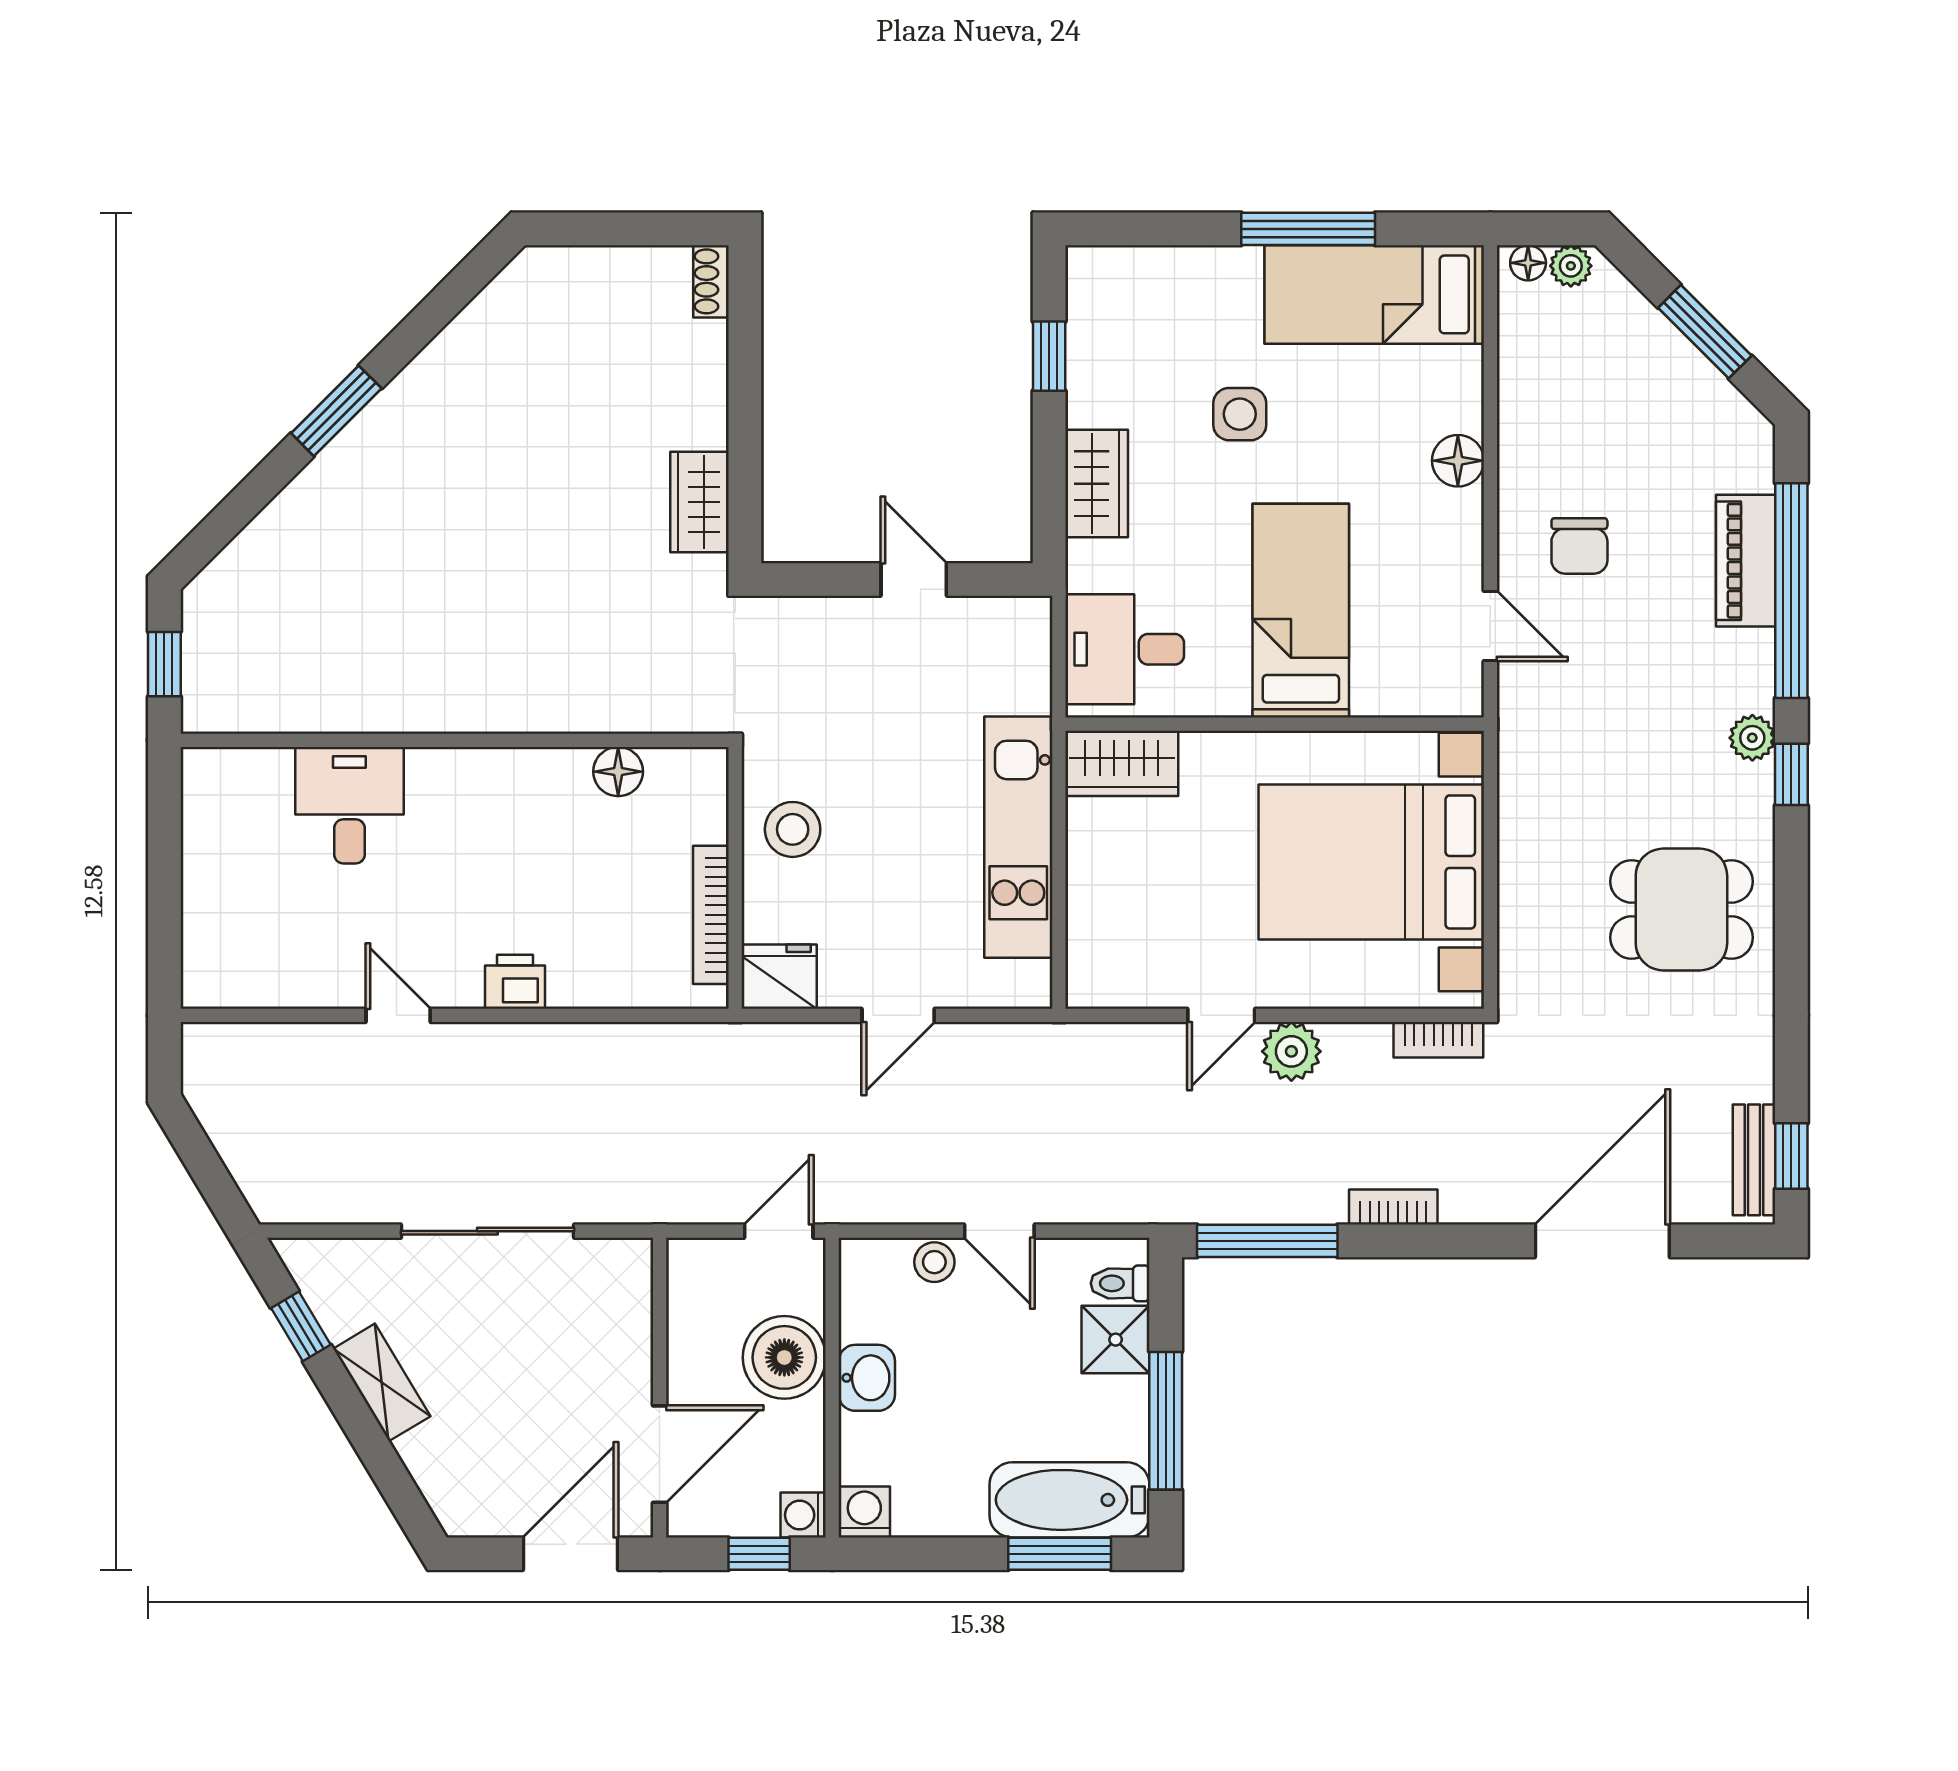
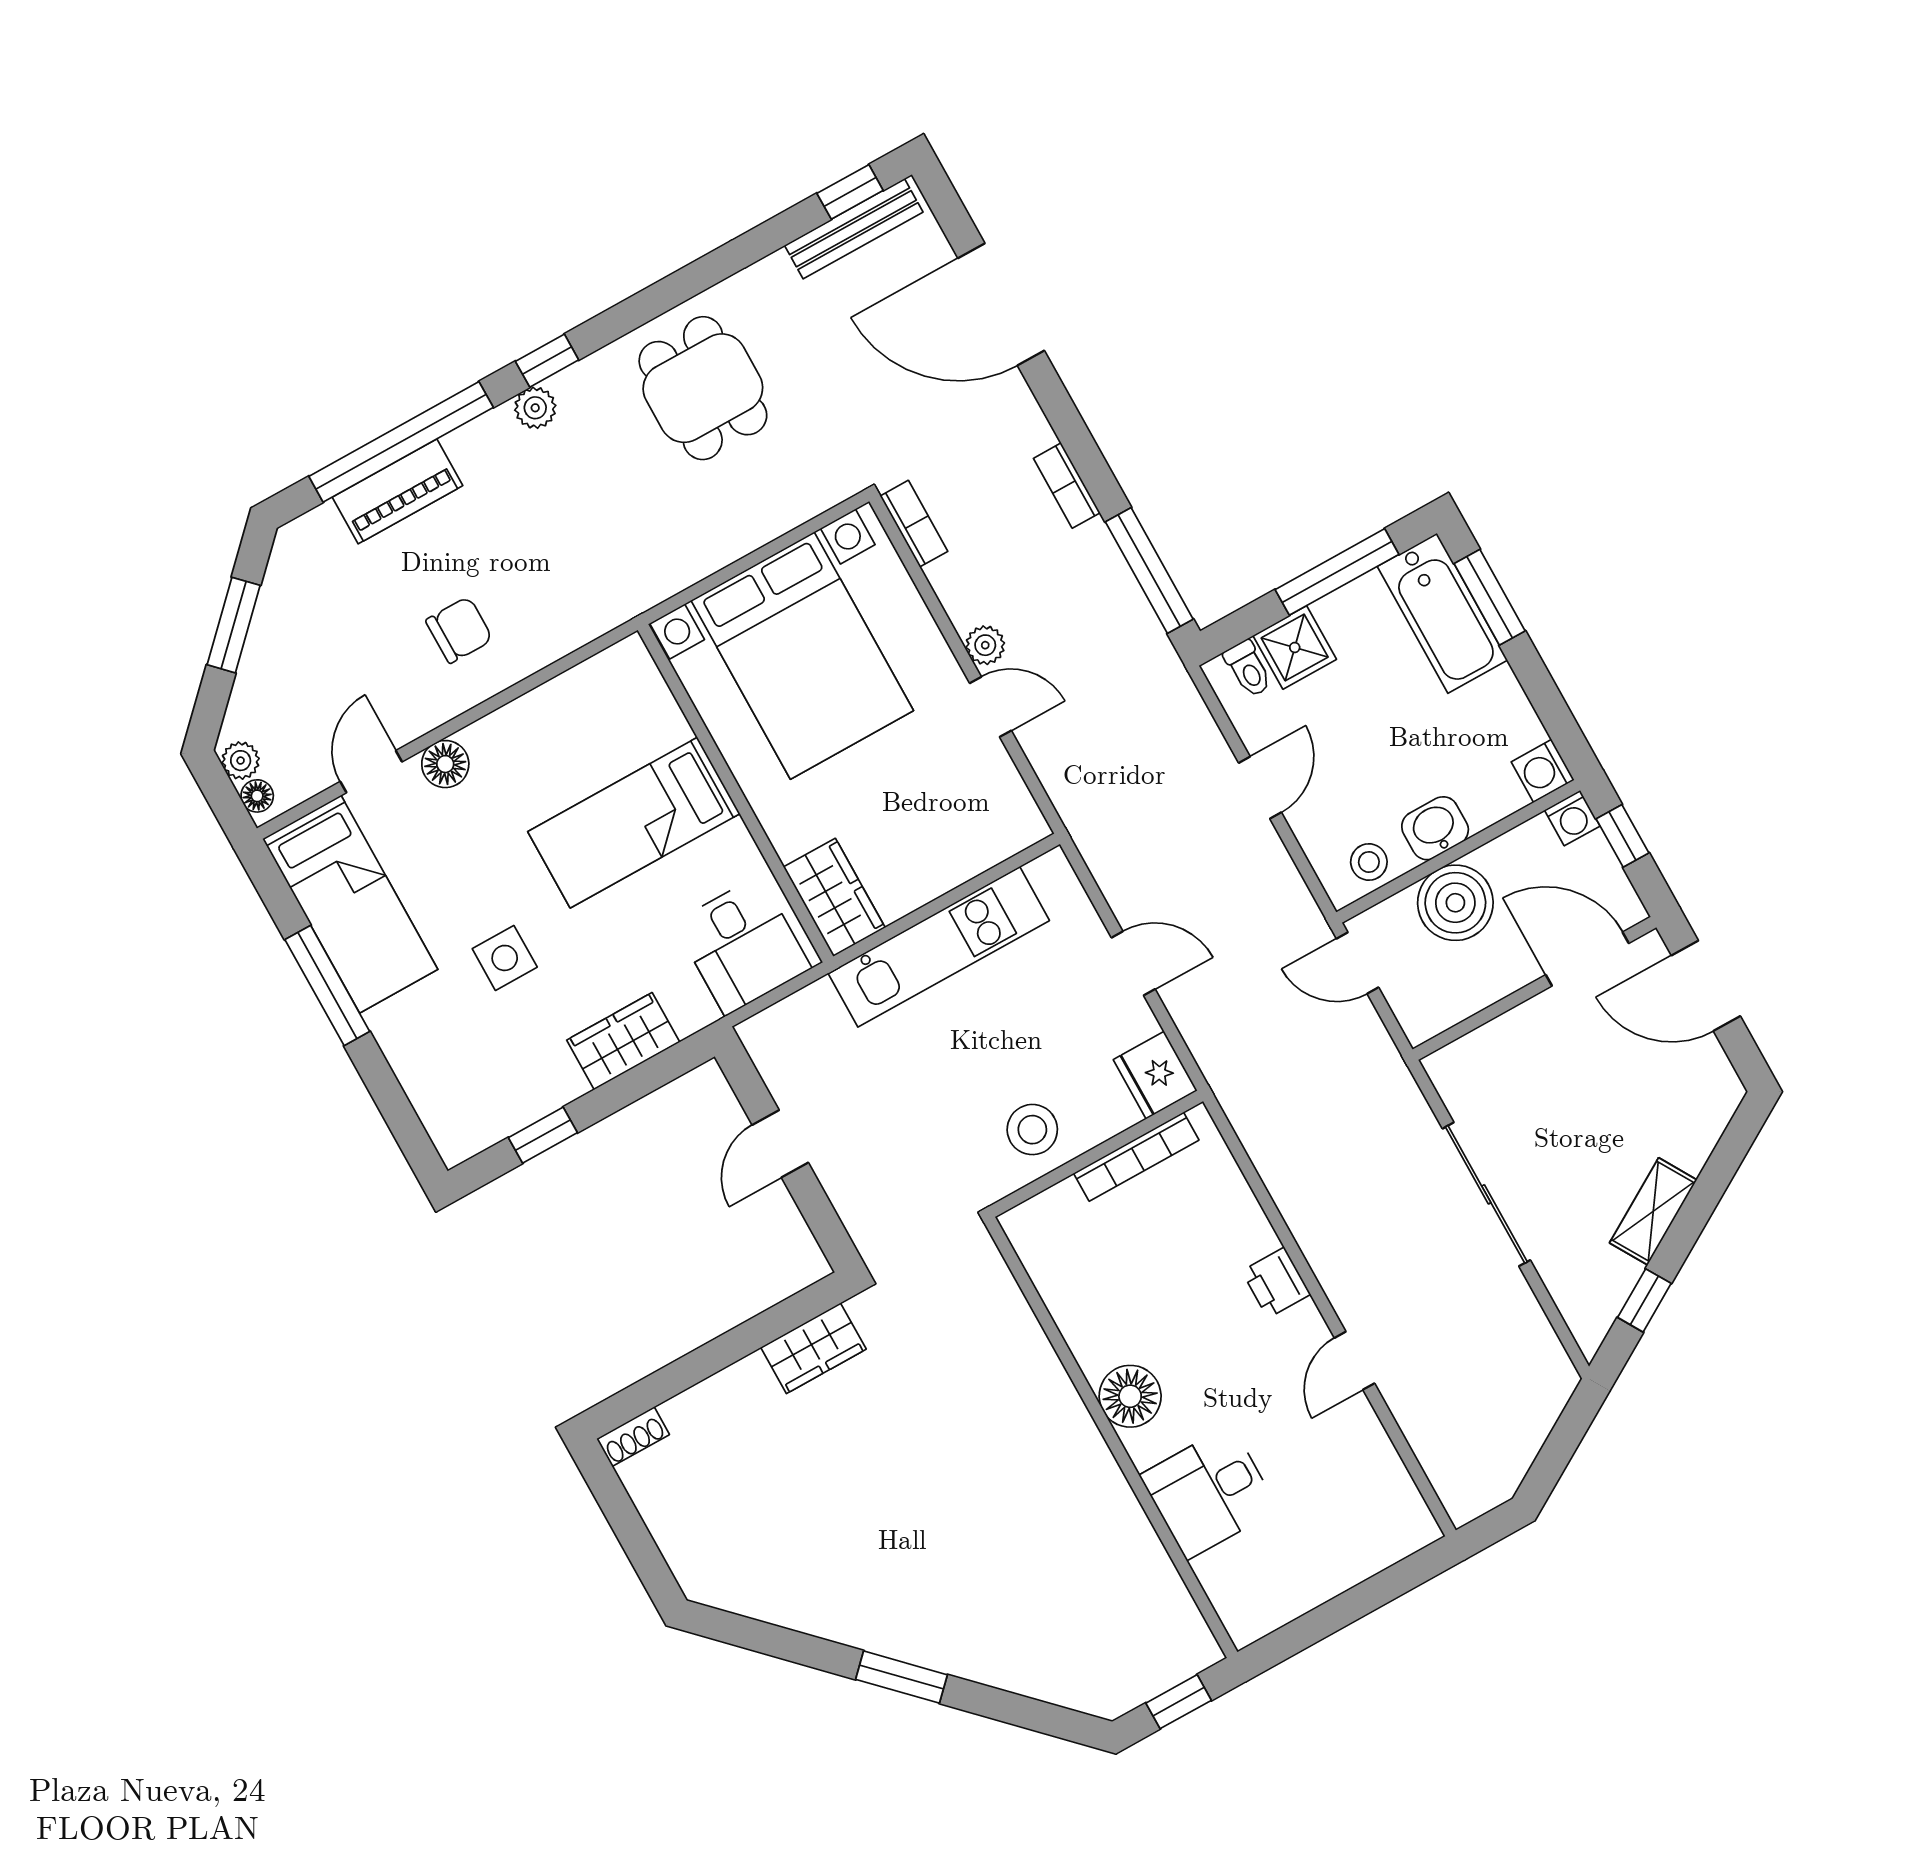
door: (1490, 626) -> (371, 772), moved
floor lamp: (618, 772) -> (1130, 1396), moved, width x1.38, depth x1.38
plant: (1291, 1051) -> (985, 645), width x0.73, depth x0.73
bench: (1754, 1160) -> (854, 229), width x1.36
stool: (934, 1262) -> (1369, 862), moved

